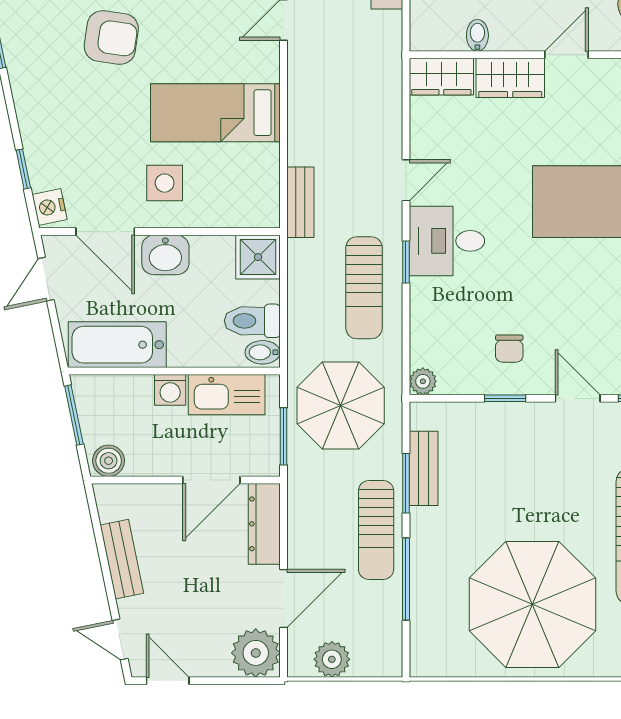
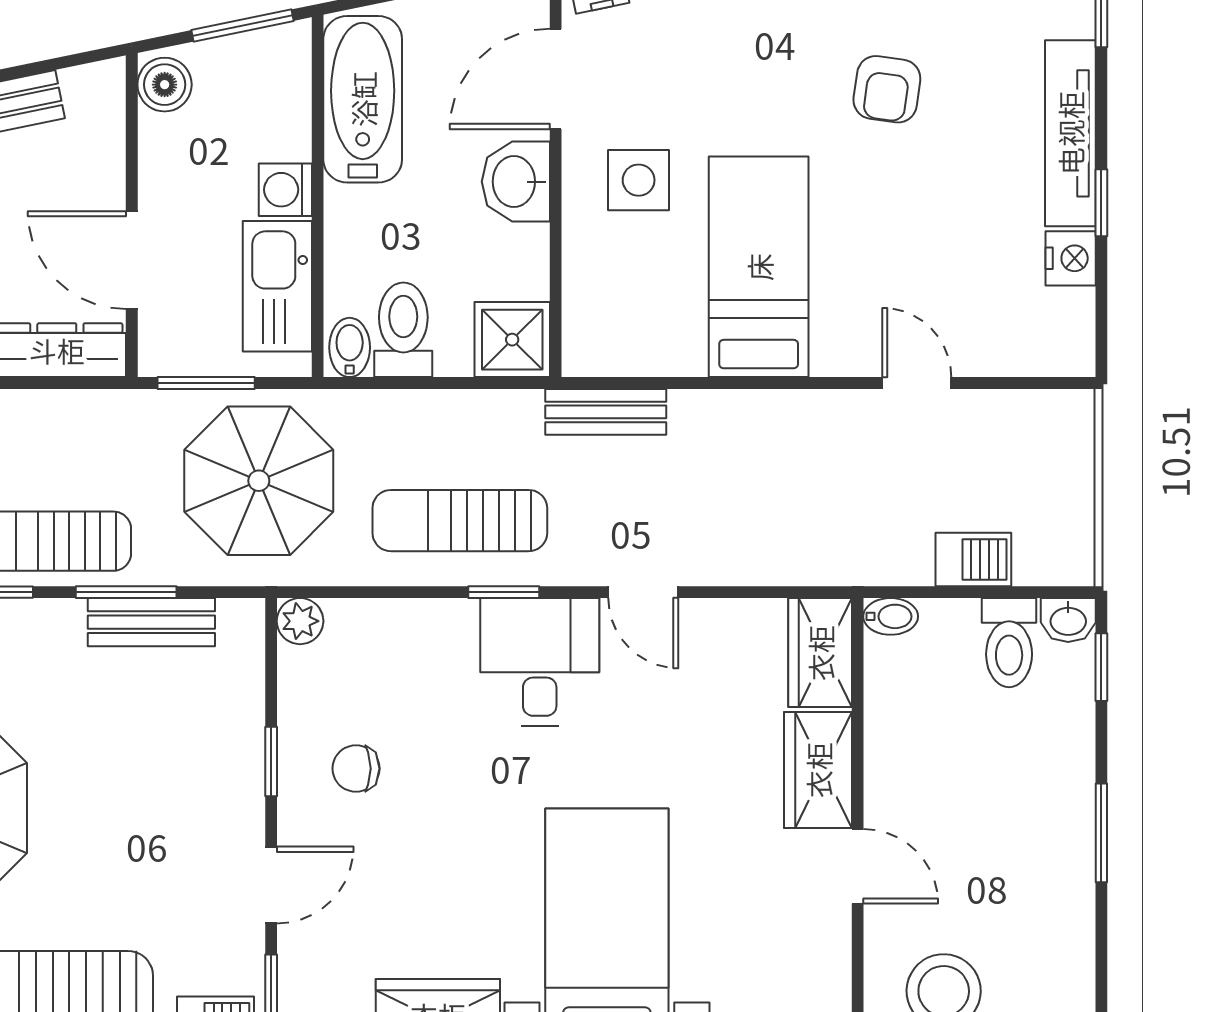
bidet: (477, 35) -> (891, 616), moved
armchair: (111, 38) -> (887, 89), width x0.72, depth x0.72

